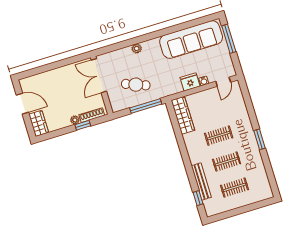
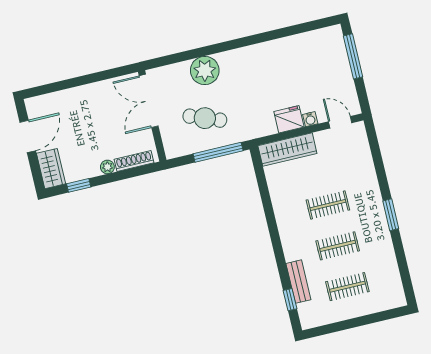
sofa: (191, 40) -> (295, 54), removed
plant: (137, 49) -> (205, 71), width x1.87, depth x1.87
door: (223, 82) -> (340, 122), swing flipped
door: (22, 104) -> (28, 136), hinge flipped
wardrobe: (183, 115) -> (287, 150), moved, turned 90
window: (83, 125) -> (79, 185), moved
bench: (201, 181) -> (298, 282), width x0.73

